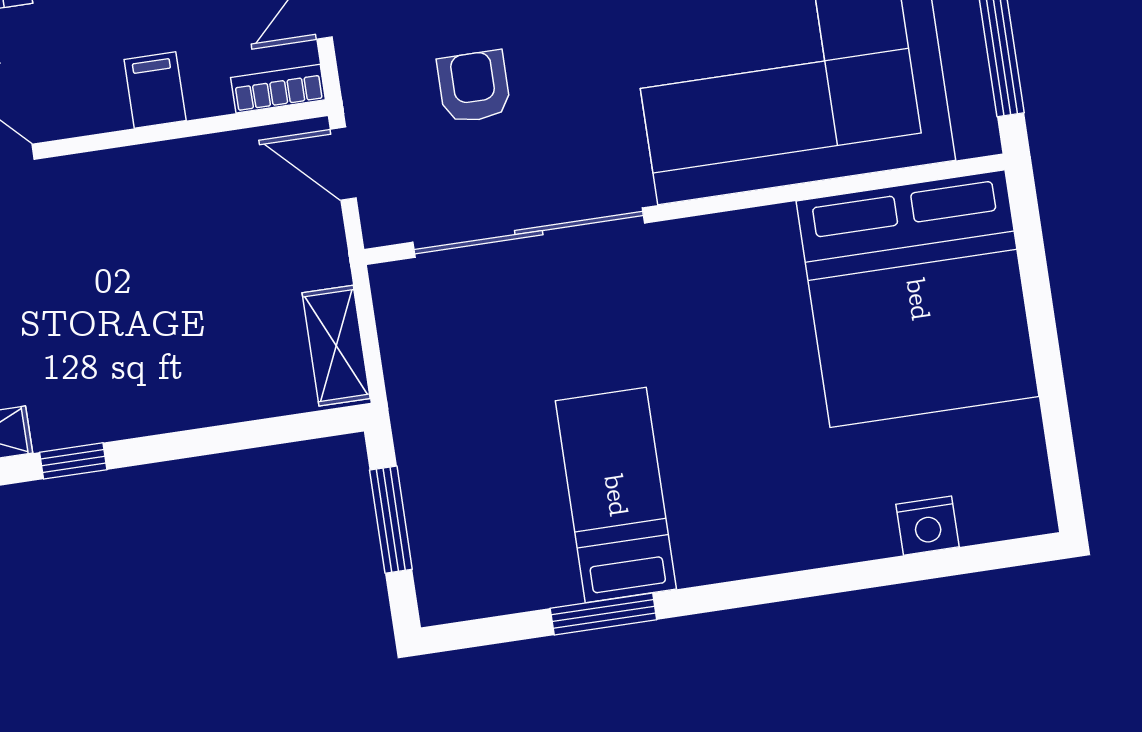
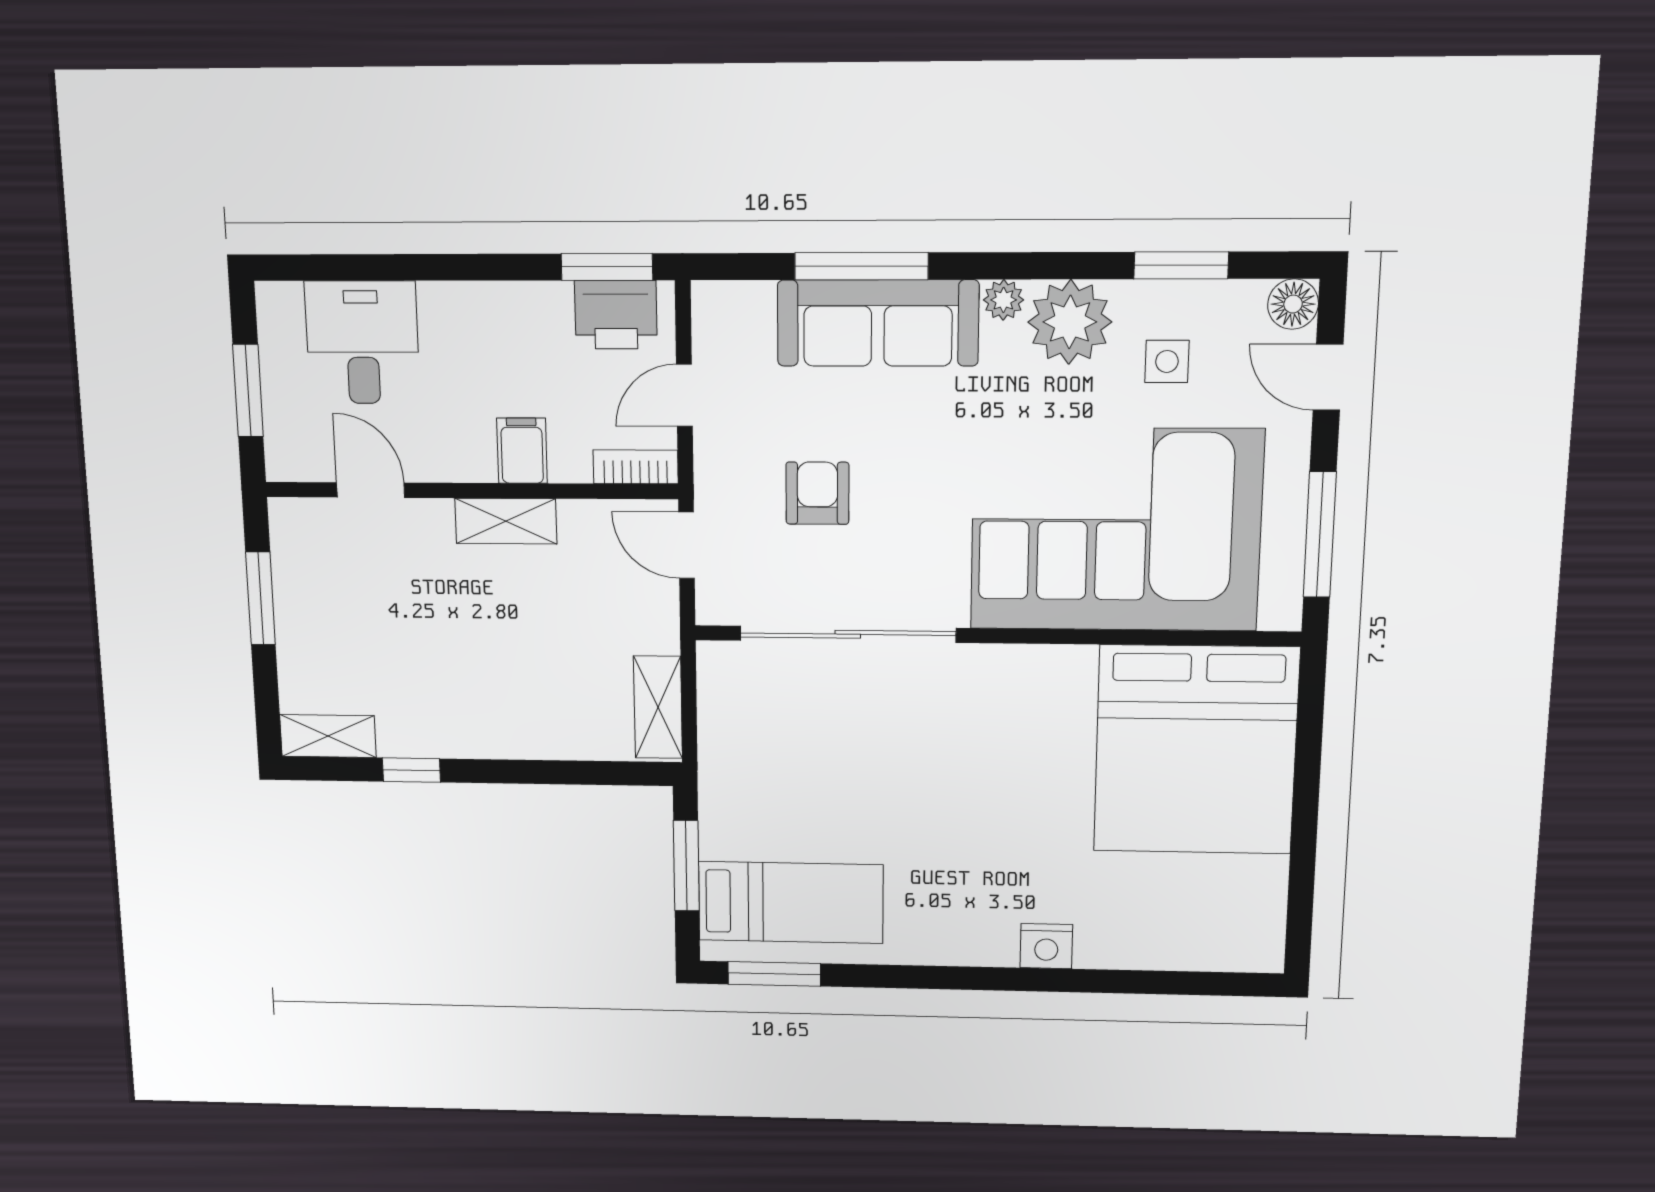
shelving: (146, 168) -> (506, 521), added
bed: (616, 495) -> (791, 902), moved, turned 90
nightstand: (928, 526) -> (1046, 946), moved
window: (603, 614) -> (774, 974), moved

